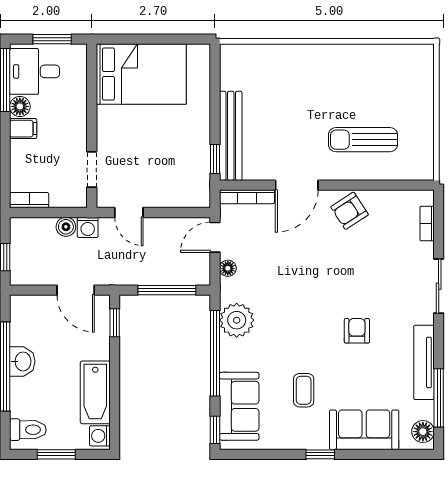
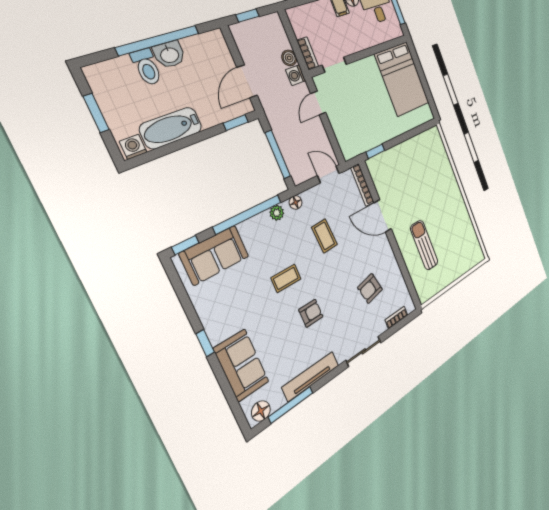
bench: (231, 136) -> (392, 156), removed
bookcase: (29, 200) -> (308, 53), moved
armchair: (350, 211) -> (370, 288), moved, turned -69
floor lamp: (228, 268) -> (296, 202), moved
coffee table: (281, 275) -> (324, 236), added
plant: (237, 320) -> (277, 213), width x0.53, depth x0.53
coffee table: (304, 390) -> (286, 278), moved
toilet: (28, 430) -> (147, 67), moved

